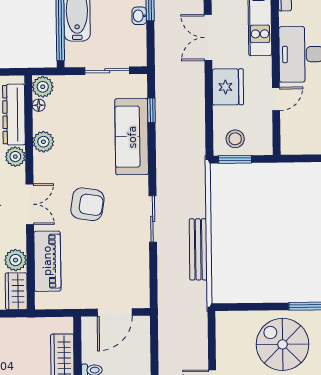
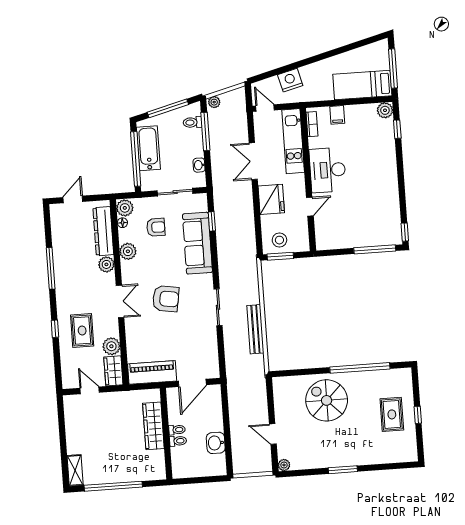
washbasin: (139, 16) -> (199, 165), moved
armchair: (80, 113) -> (156, 227), added
piano: (47, 261) -> (152, 372), moved, turned -90

